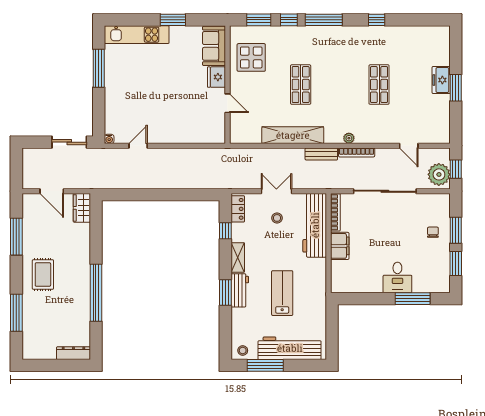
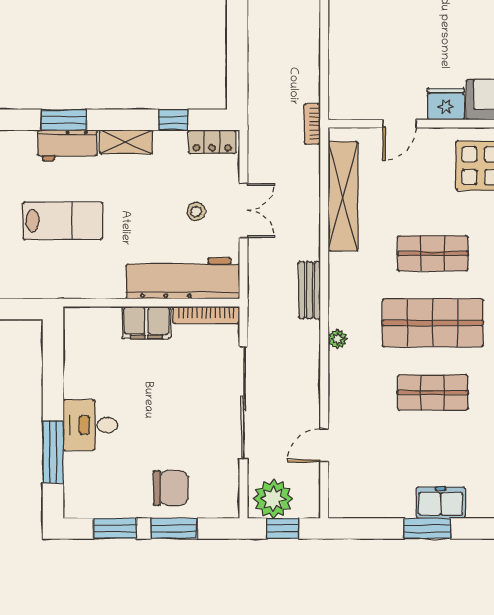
shop shelf: (340, 85) -> (433, 323), added
shelving: (293, 135) -> (343, 196), moved
bookcase: (357, 152) -> (312, 124), moved, width x0.64
chair: (433, 232) -> (171, 488), width x1.87, depth x1.87

